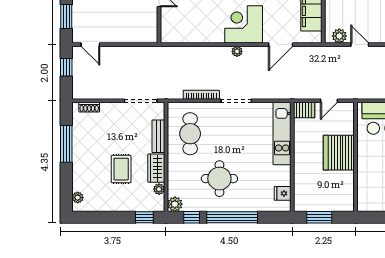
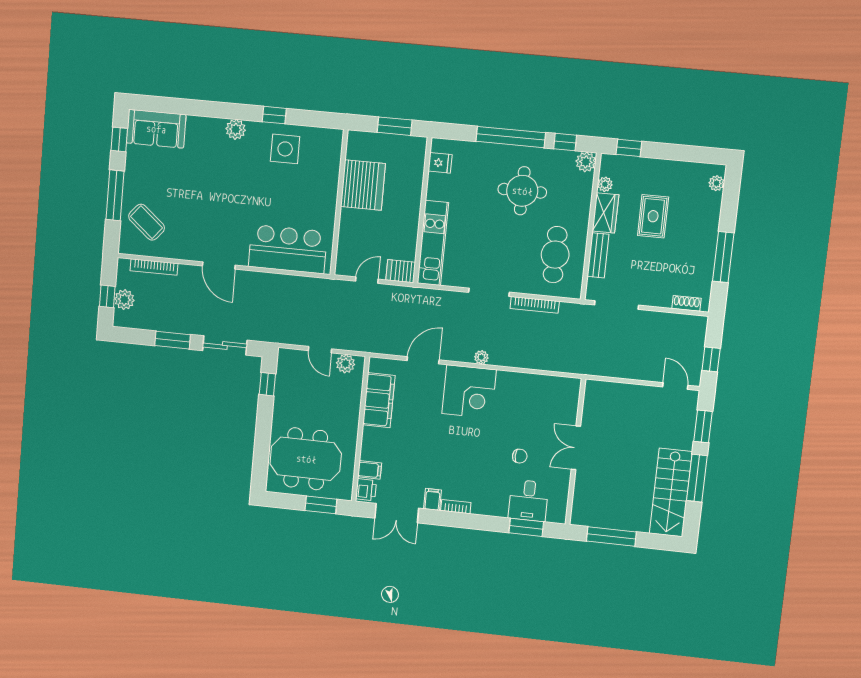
server rack: (339, 153) -> (363, 185), moved

